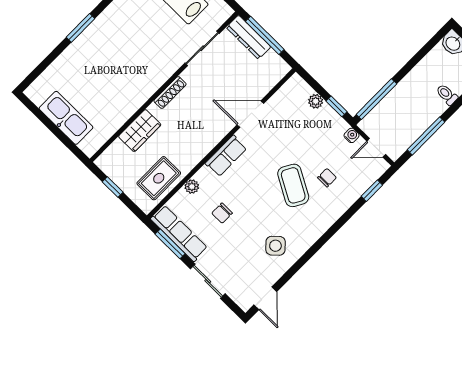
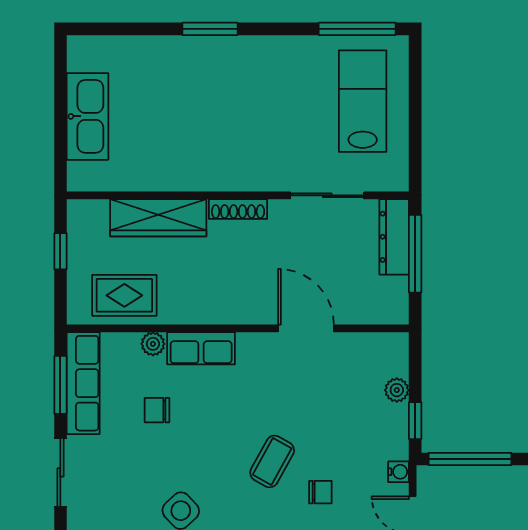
wardrobe: (140, 131) -> (158, 218), width x1.50
row of seats: (226, 156) -> (201, 348), moved
coffee table: (293, 185) -> (272, 461), width x0.73, depth x0.77

